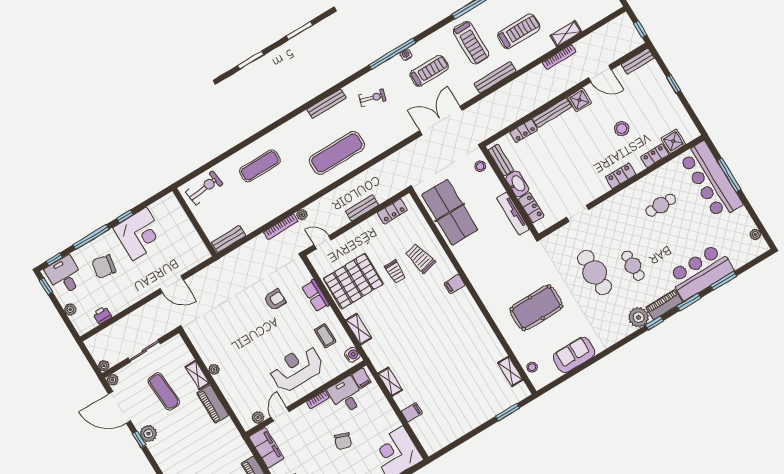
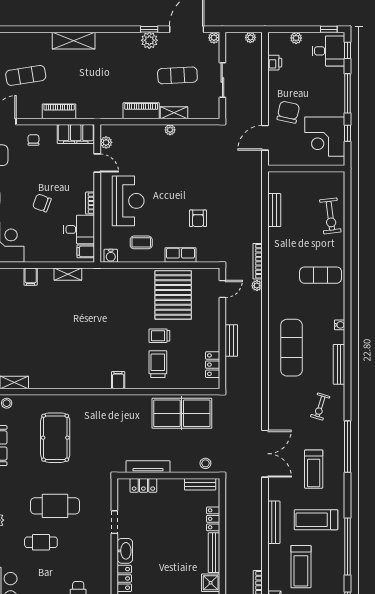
water cooler: (406, 55) -> (340, 325), moved
exercise mat: (260, 166) -> (321, 275), turned 90
washbasin: (517, 184) -> (125, 551), moved, turned -90
wall: (195, 222) -> (306, 168), moved
trolley: (420, 258) -> (158, 364), turned -76
chair: (104, 267) -> (288, 112), moved
shelving: (359, 329) -> (129, 275), removed
plant: (104, 366) -> (250, 37), moved

